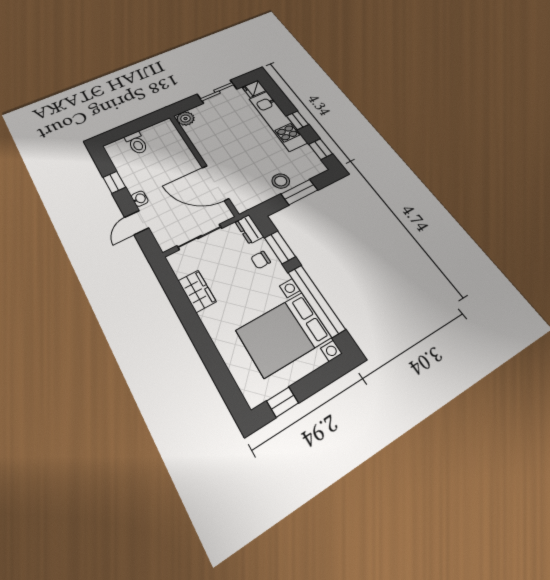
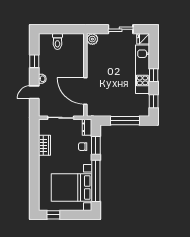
stool: (281, 181) -> (120, 109), removed
window: (299, 192) -> (125, 121), width x1.44

